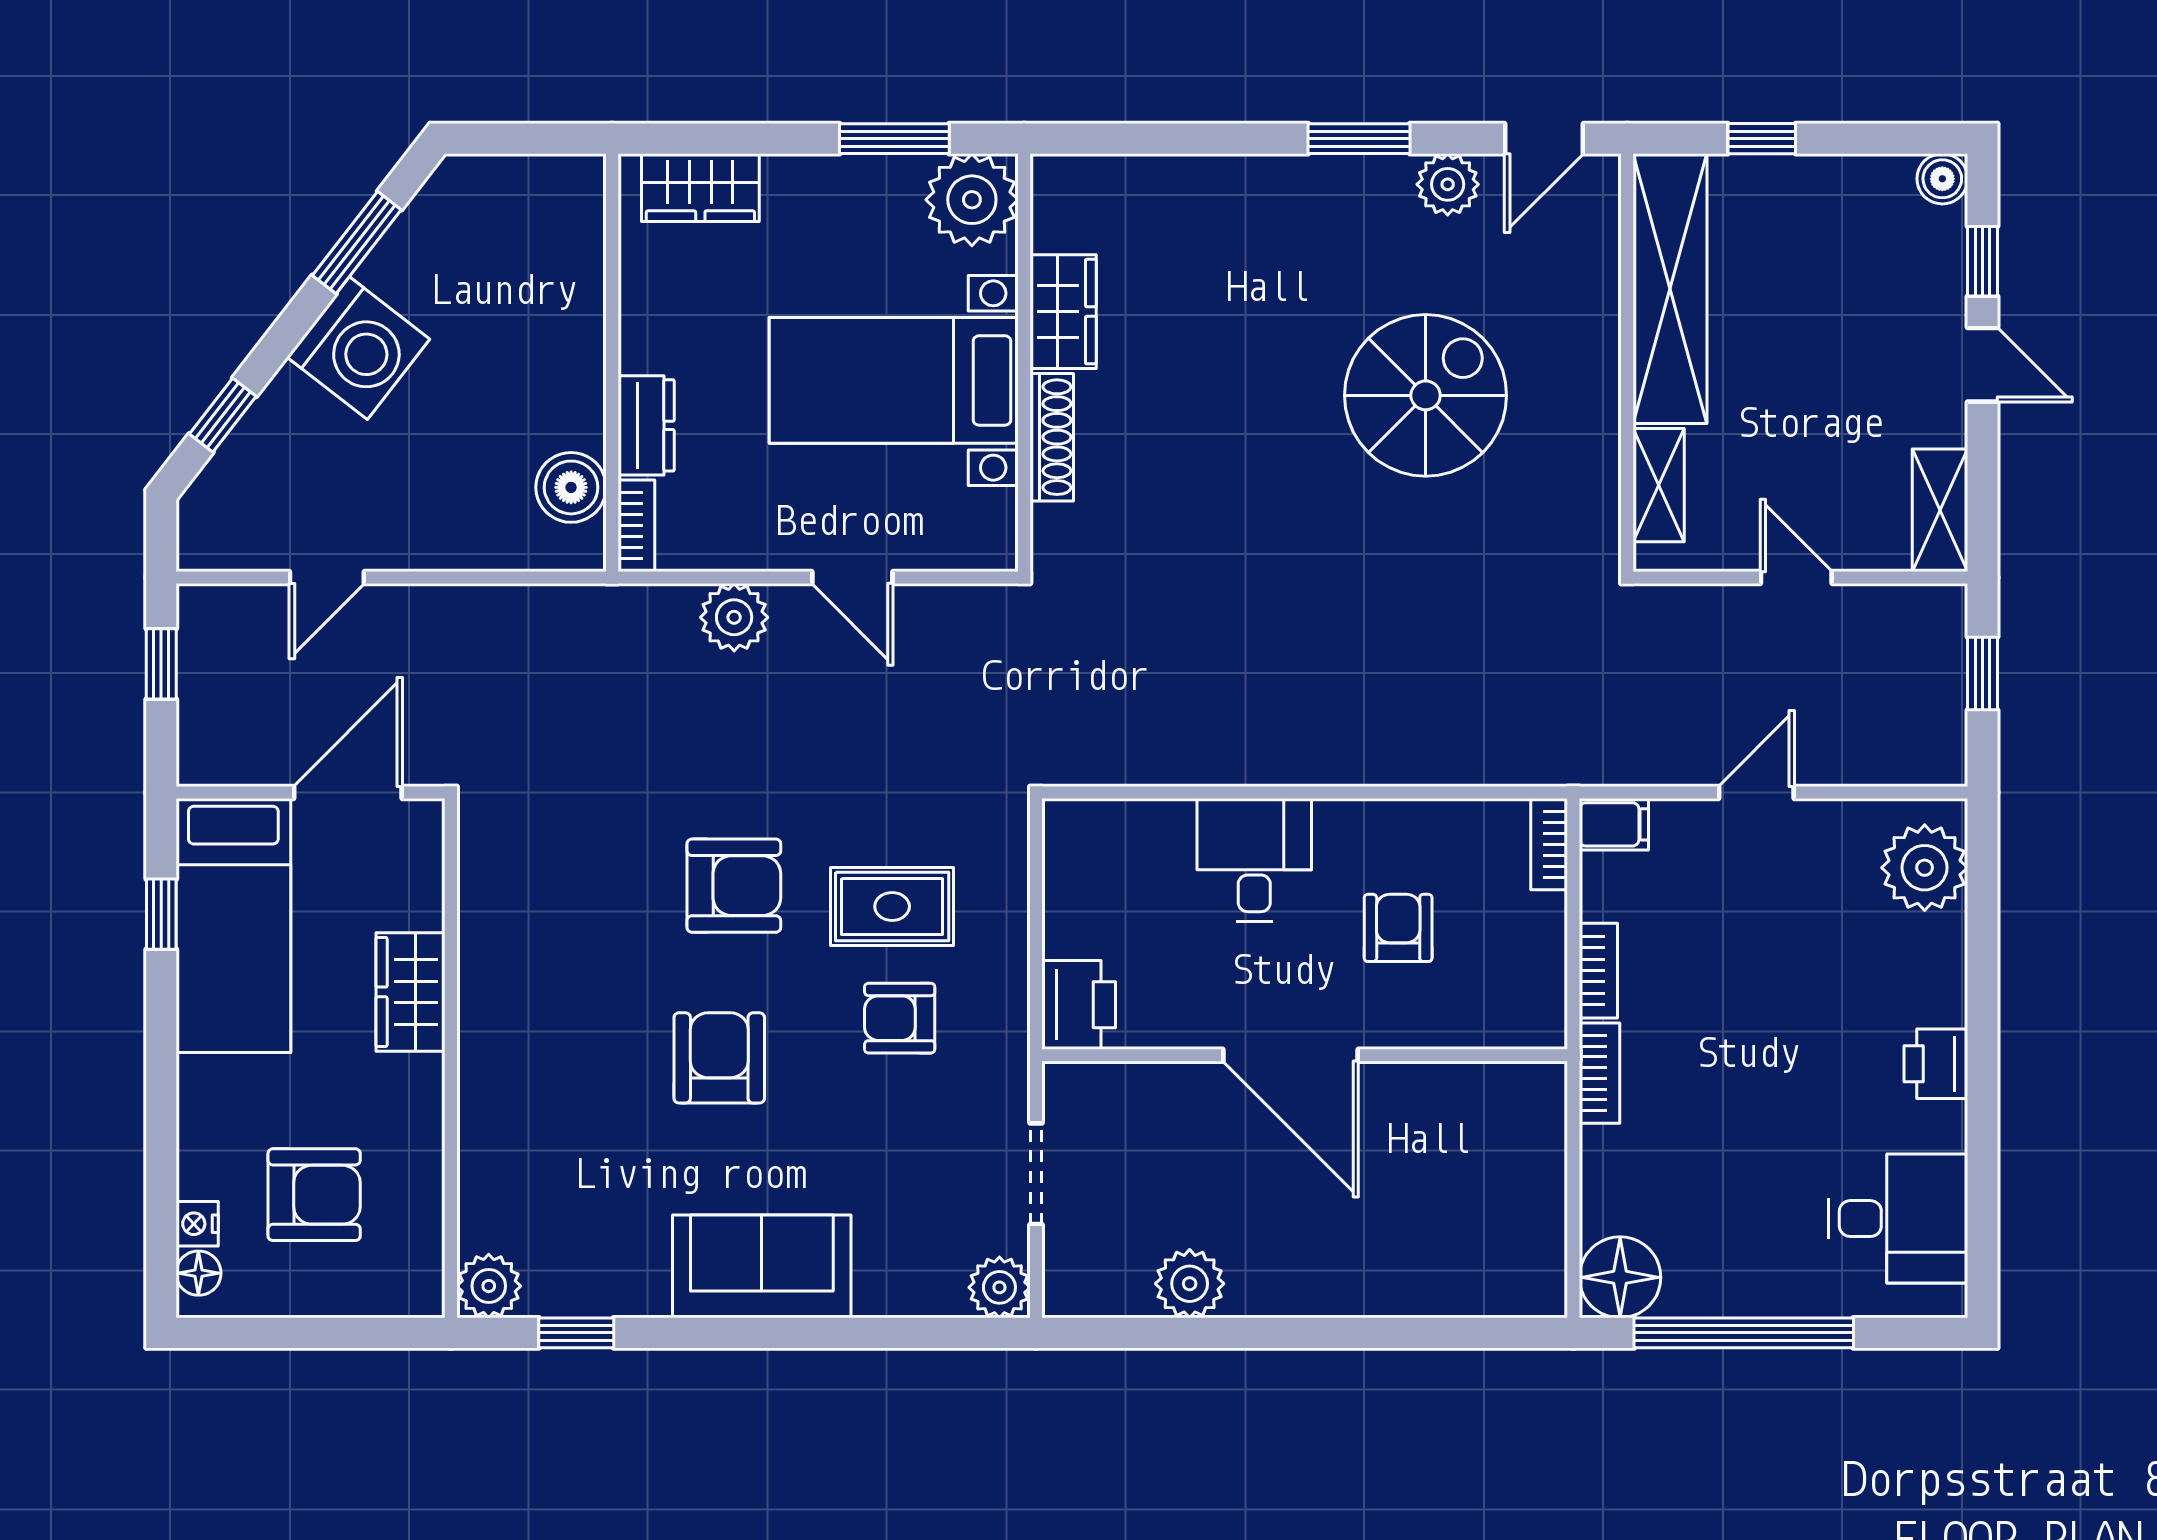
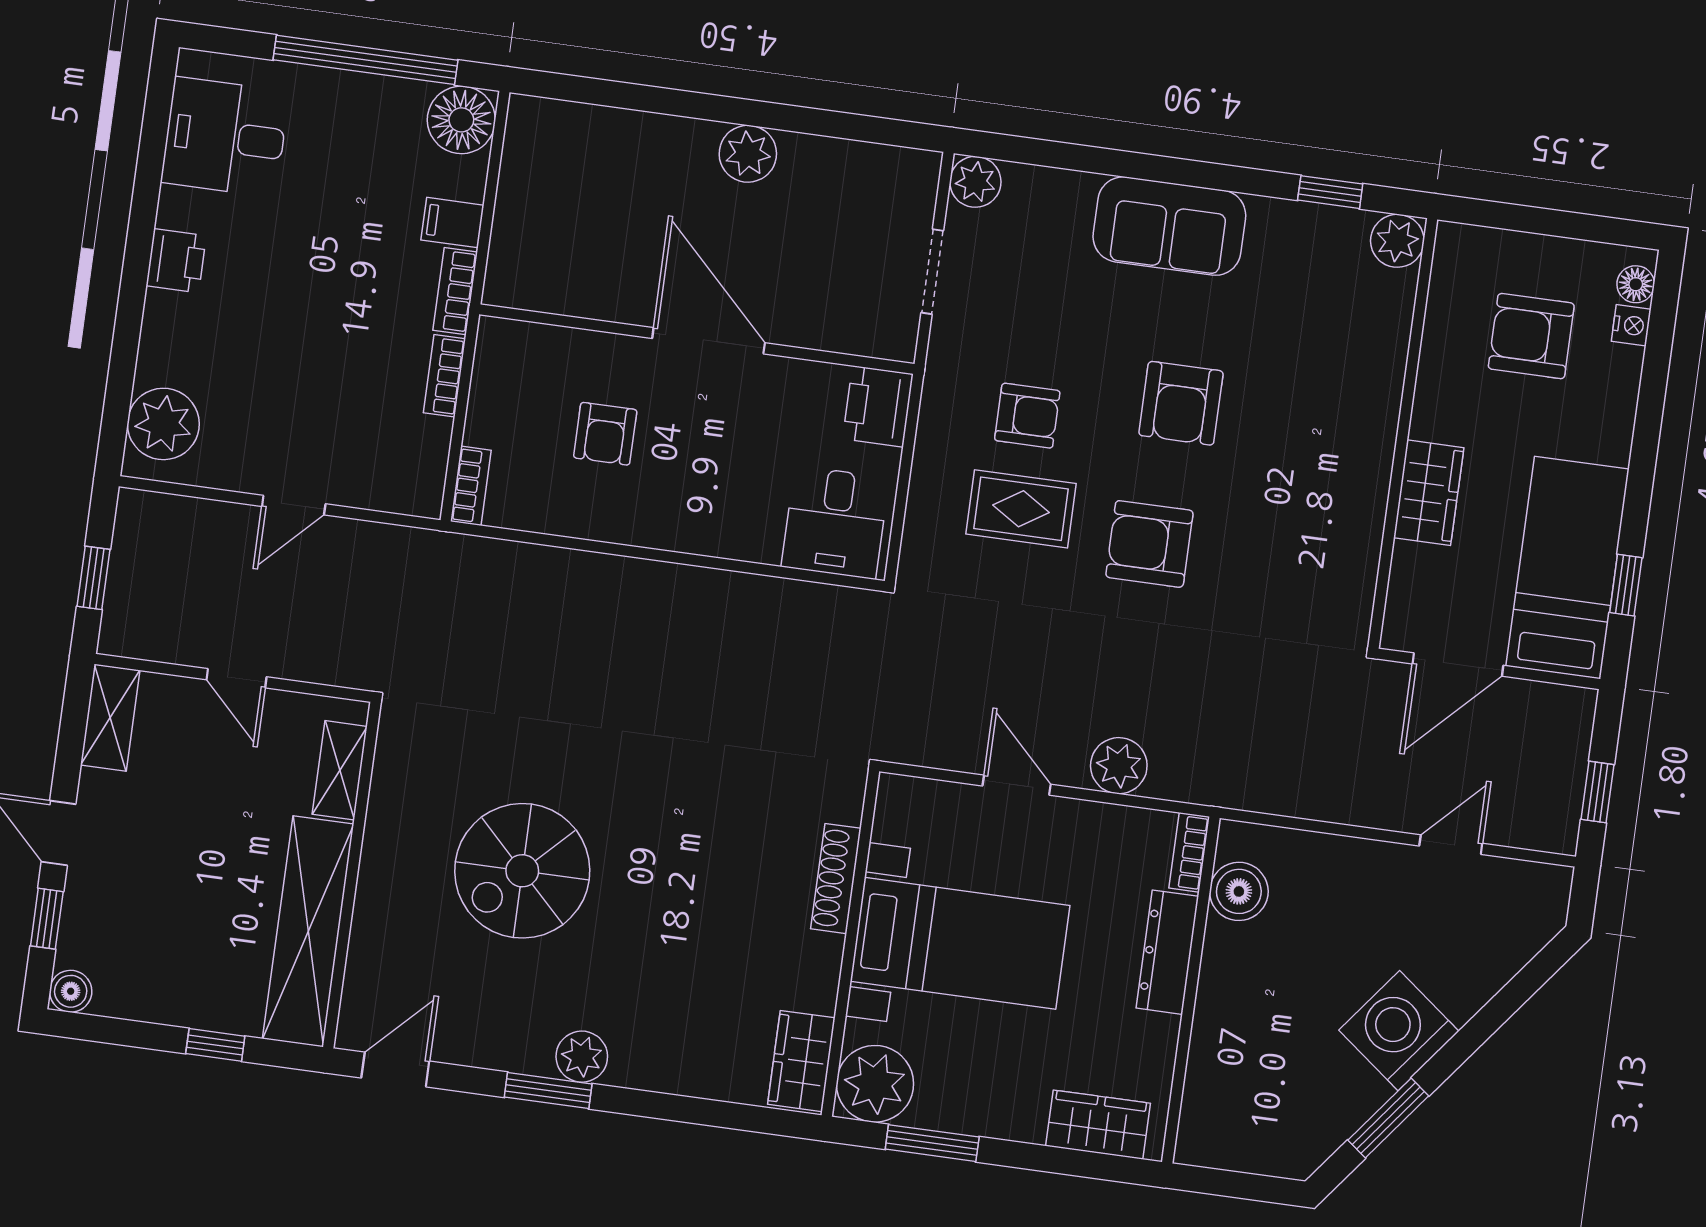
plant: (1448, 184) -> (582, 1057), moved
wardrobe: (1063, 312) -> (801, 1061), moved
window: (223, 415) -> (1518, 991), removed
dresser: (646, 425) -> (1167, 952), width x1.44
filing cabinet: (1614, 824) -> (452, 223), moved
desk: (1254, 860) -> (835, 522), moved
plant: (1190, 1284) -> (748, 154), moved

